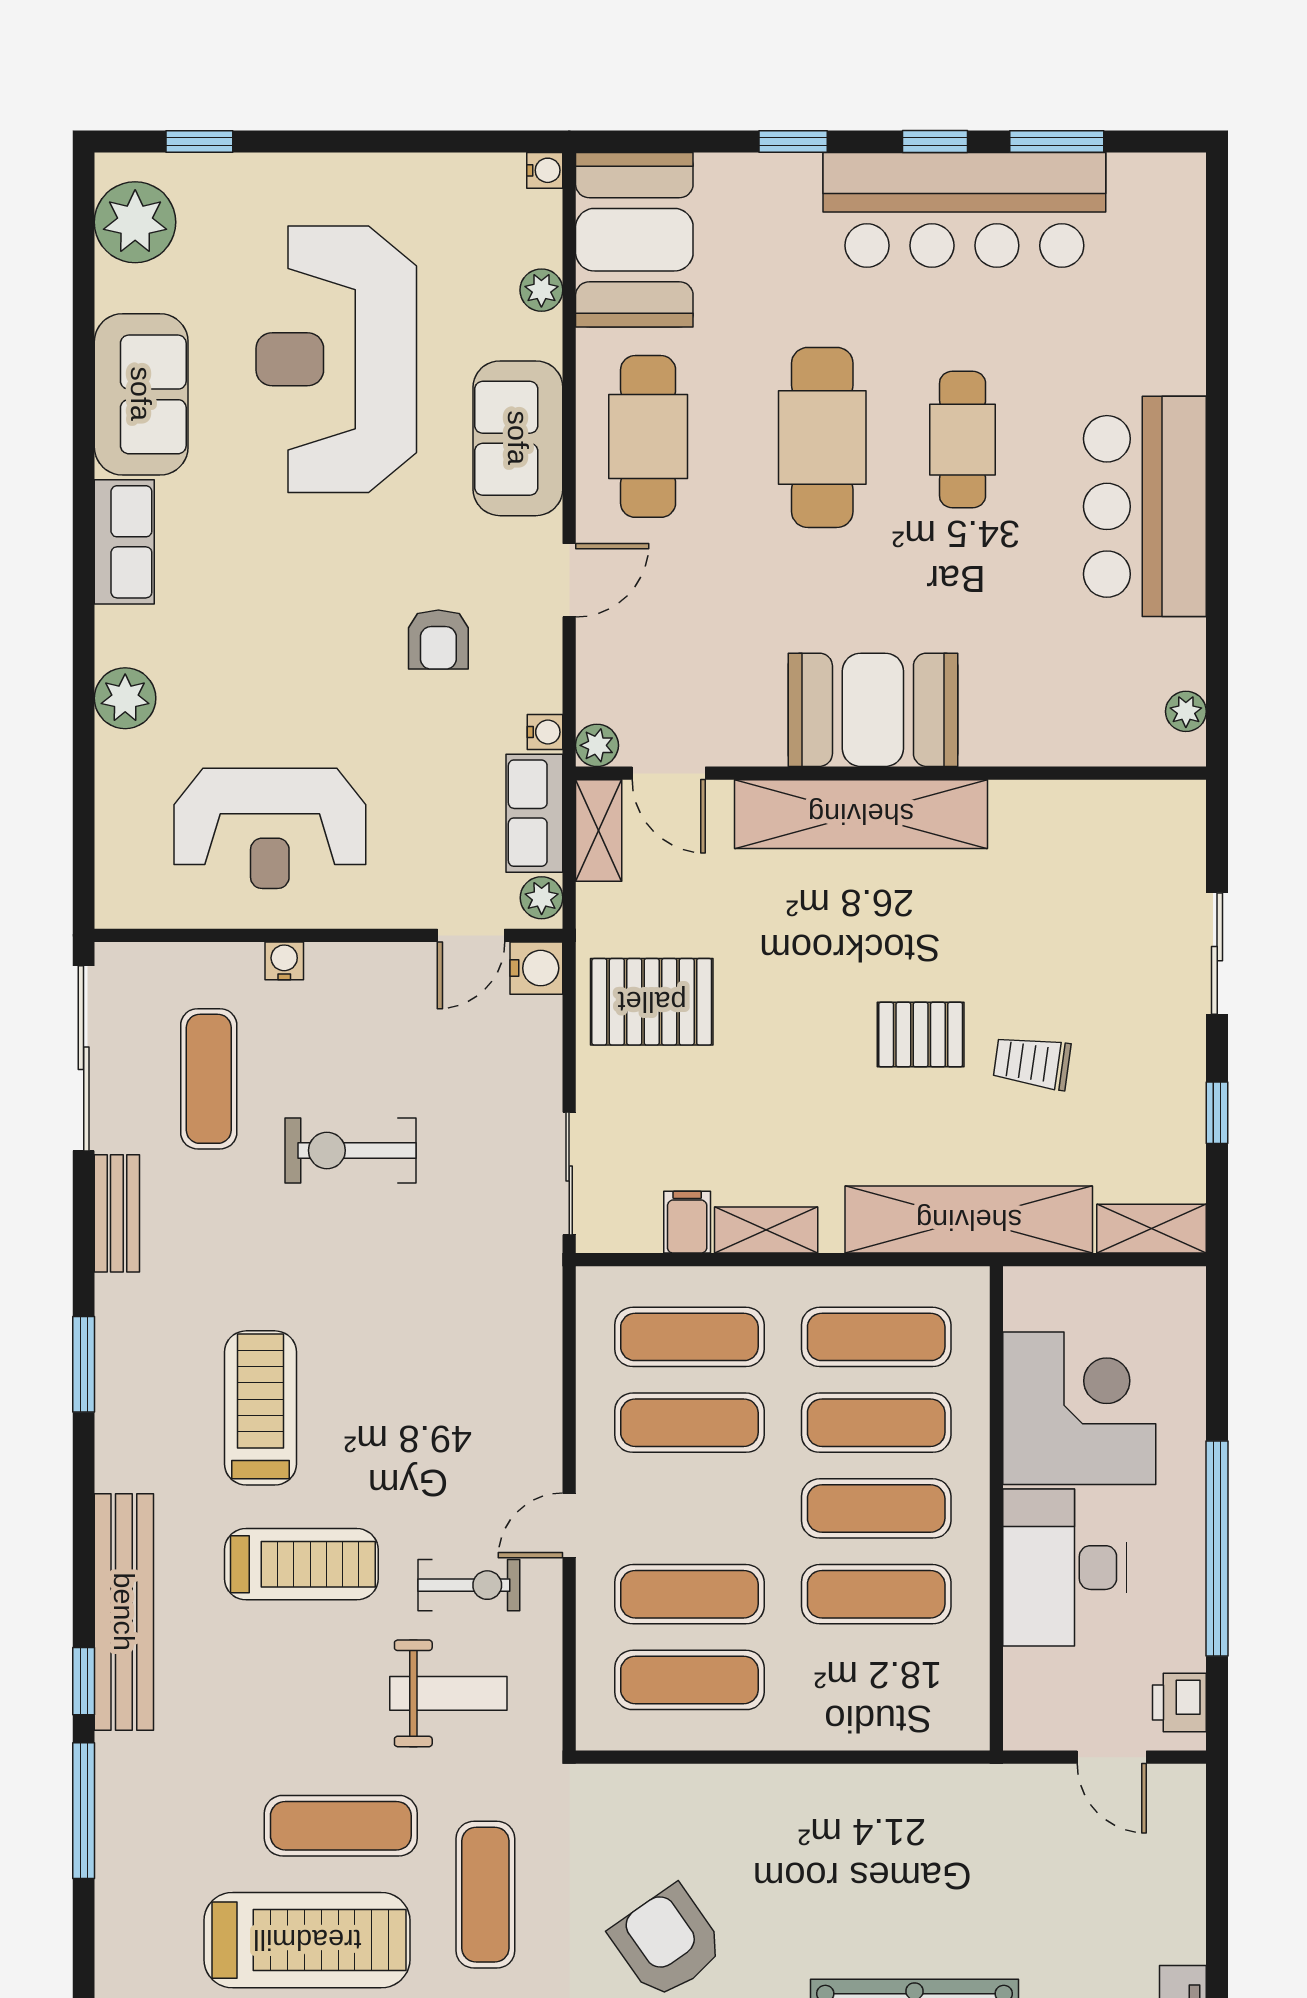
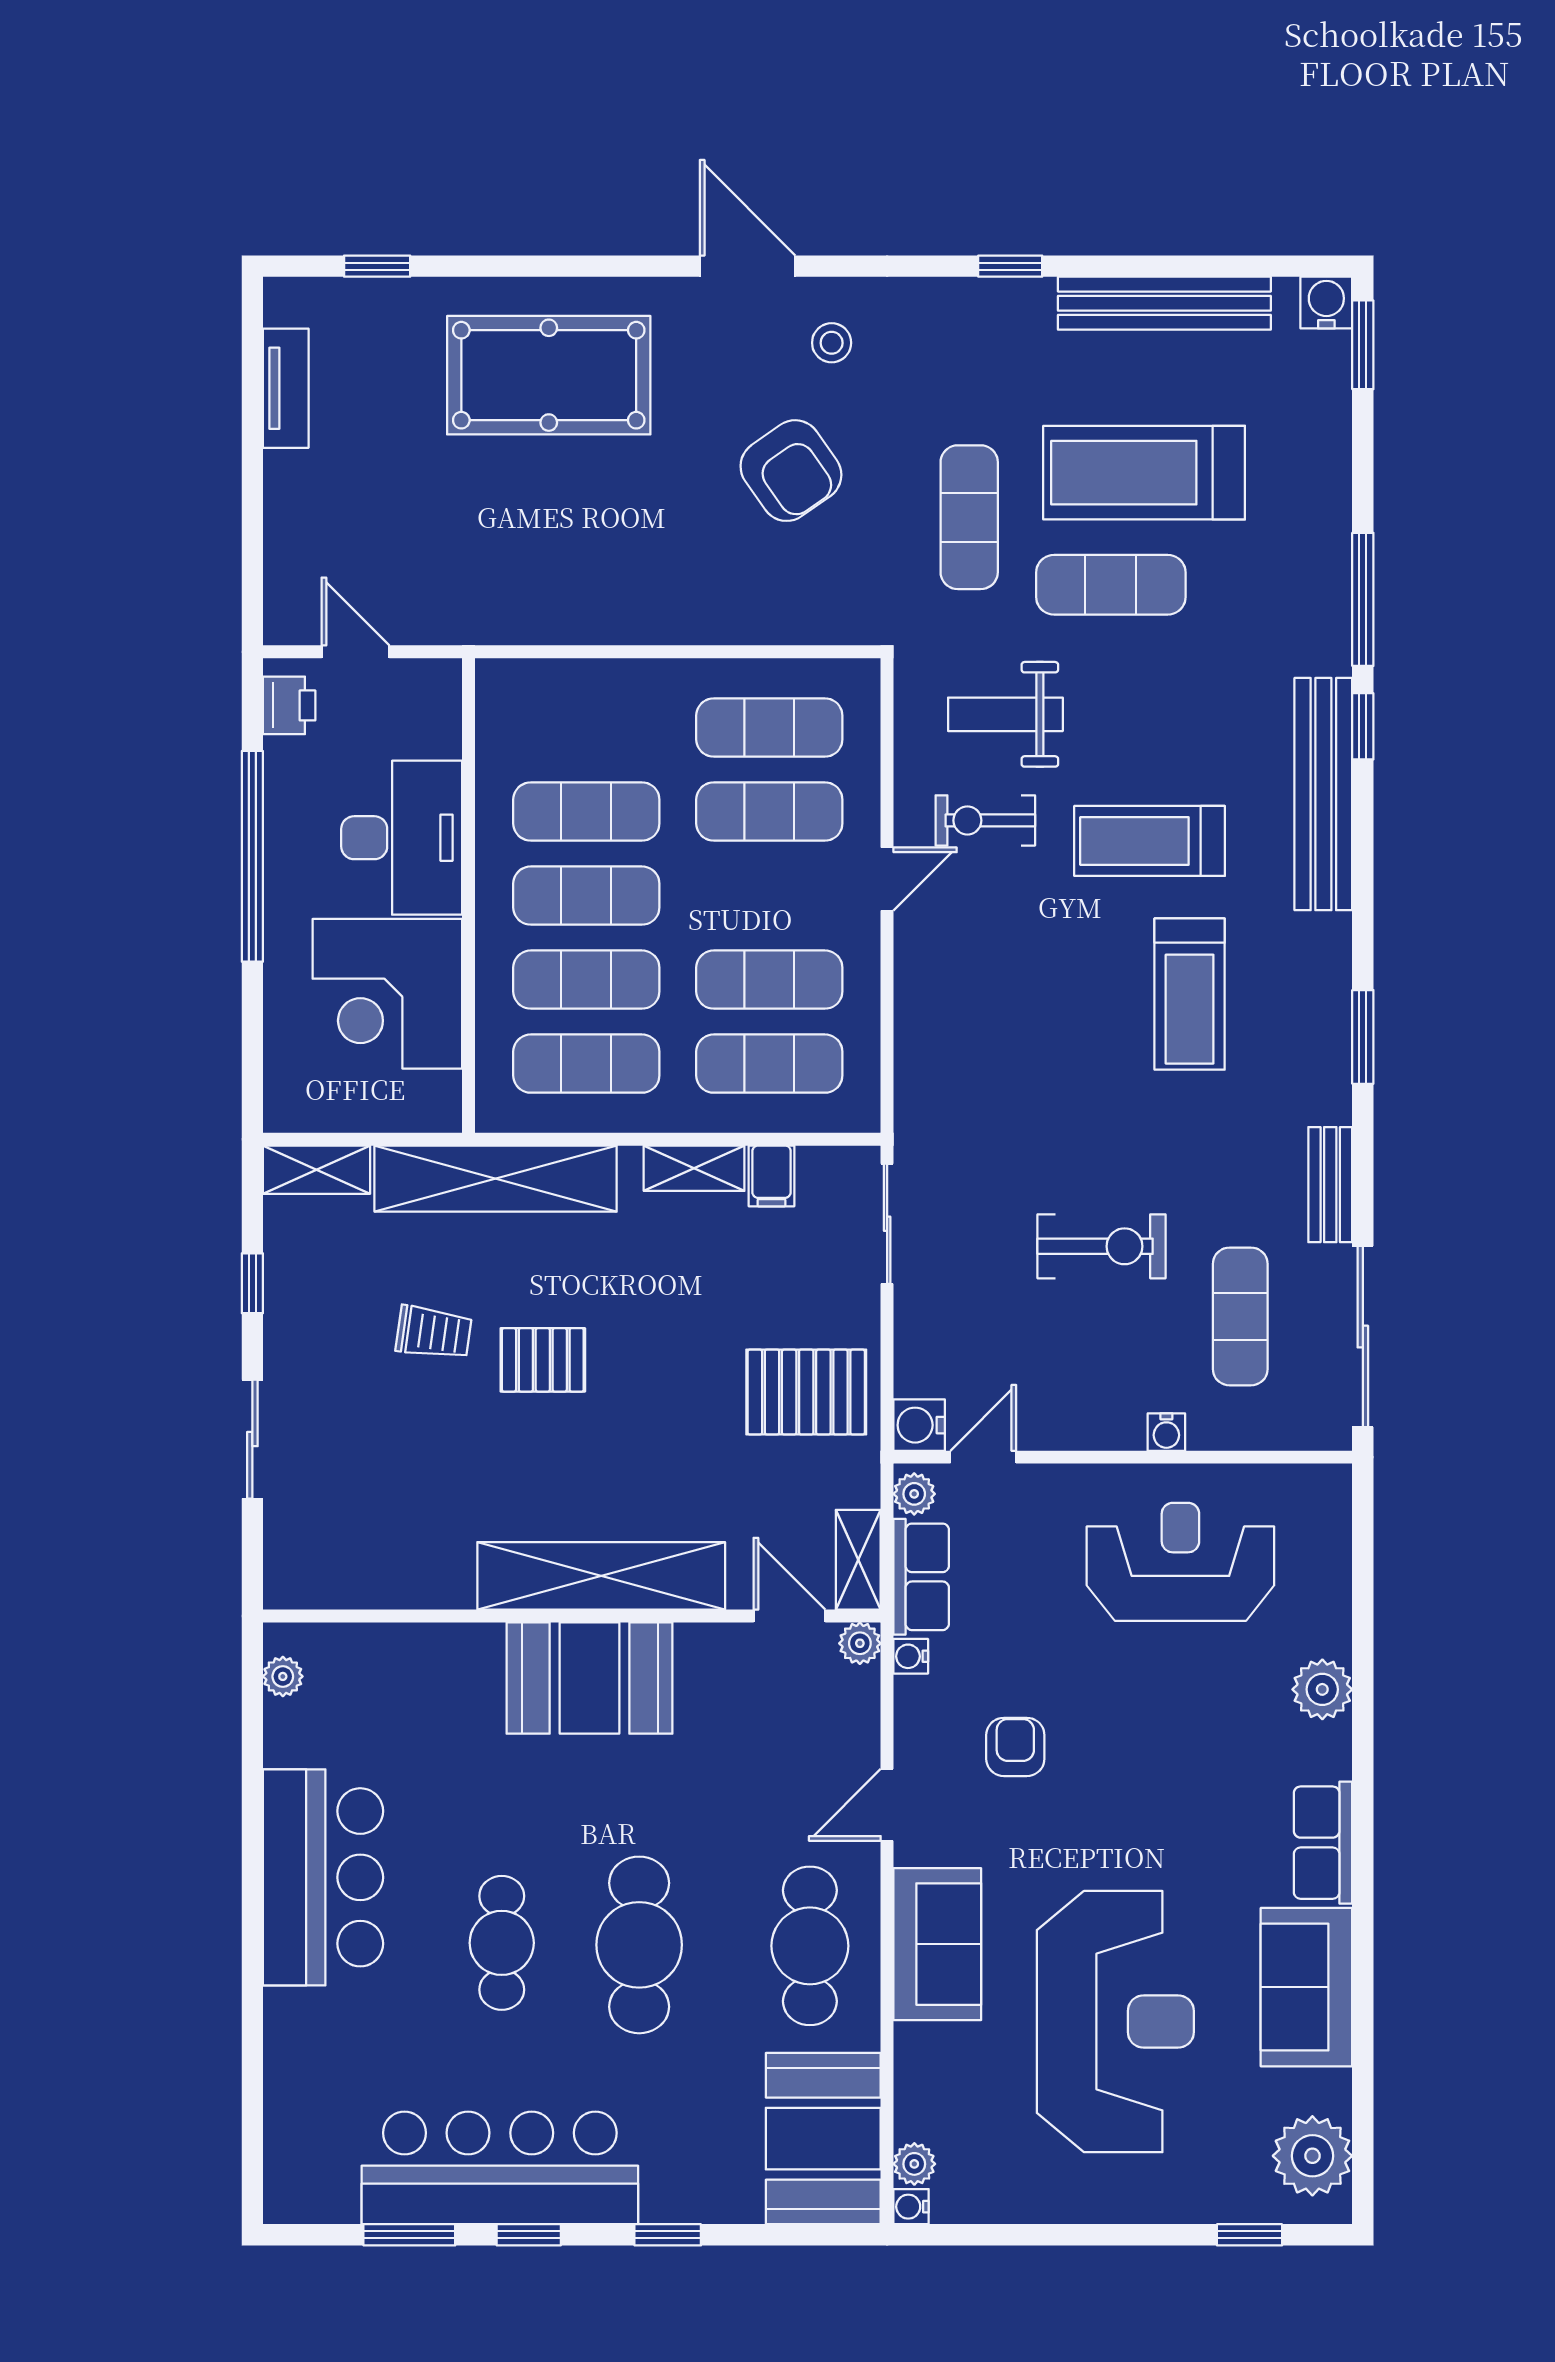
plant: (541, 290) -> (914, 2164), moved

